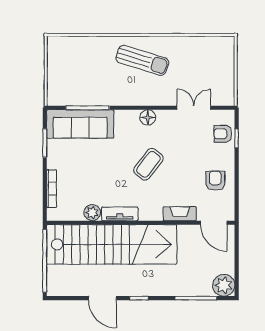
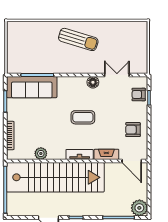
floor lamp: (148, 118) -> (93, 82), moved
coffee table: (148, 164) -> (83, 117), turned 53
armchair: (215, 181) -> (133, 130), turned -90
tv unit: (120, 214) -> (80, 154), moved

